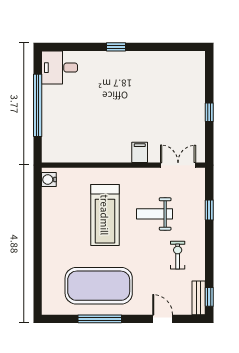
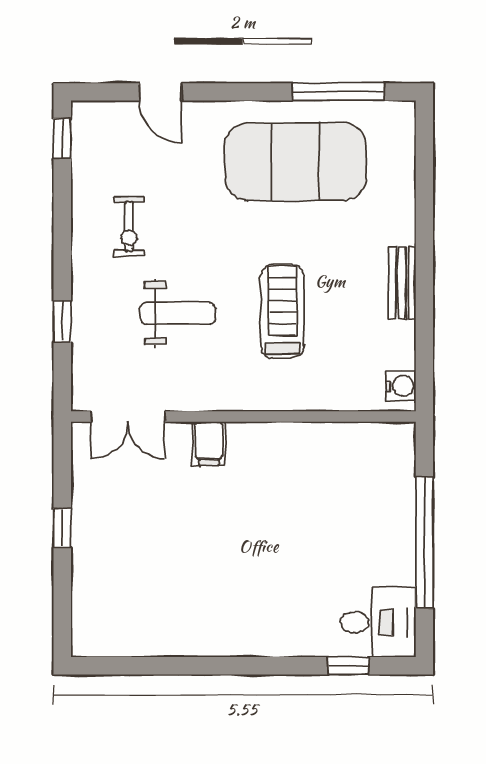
window: (116, 47) -> (349, 666), moved
treadmill: (105, 215) -> (282, 311), width x0.73, depth x0.73
bench: (199, 298) -> (402, 283), moved
window: (100, 319) -> (338, 92), moved

